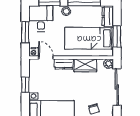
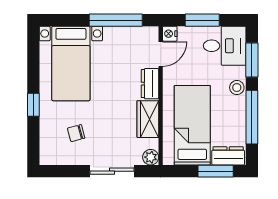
window: (117, 36) -> (216, 171), moved
window: (25, 85) -> (116, 20), width x2.17
sliding door: (117, 87) -> (112, 171), width x0.73

